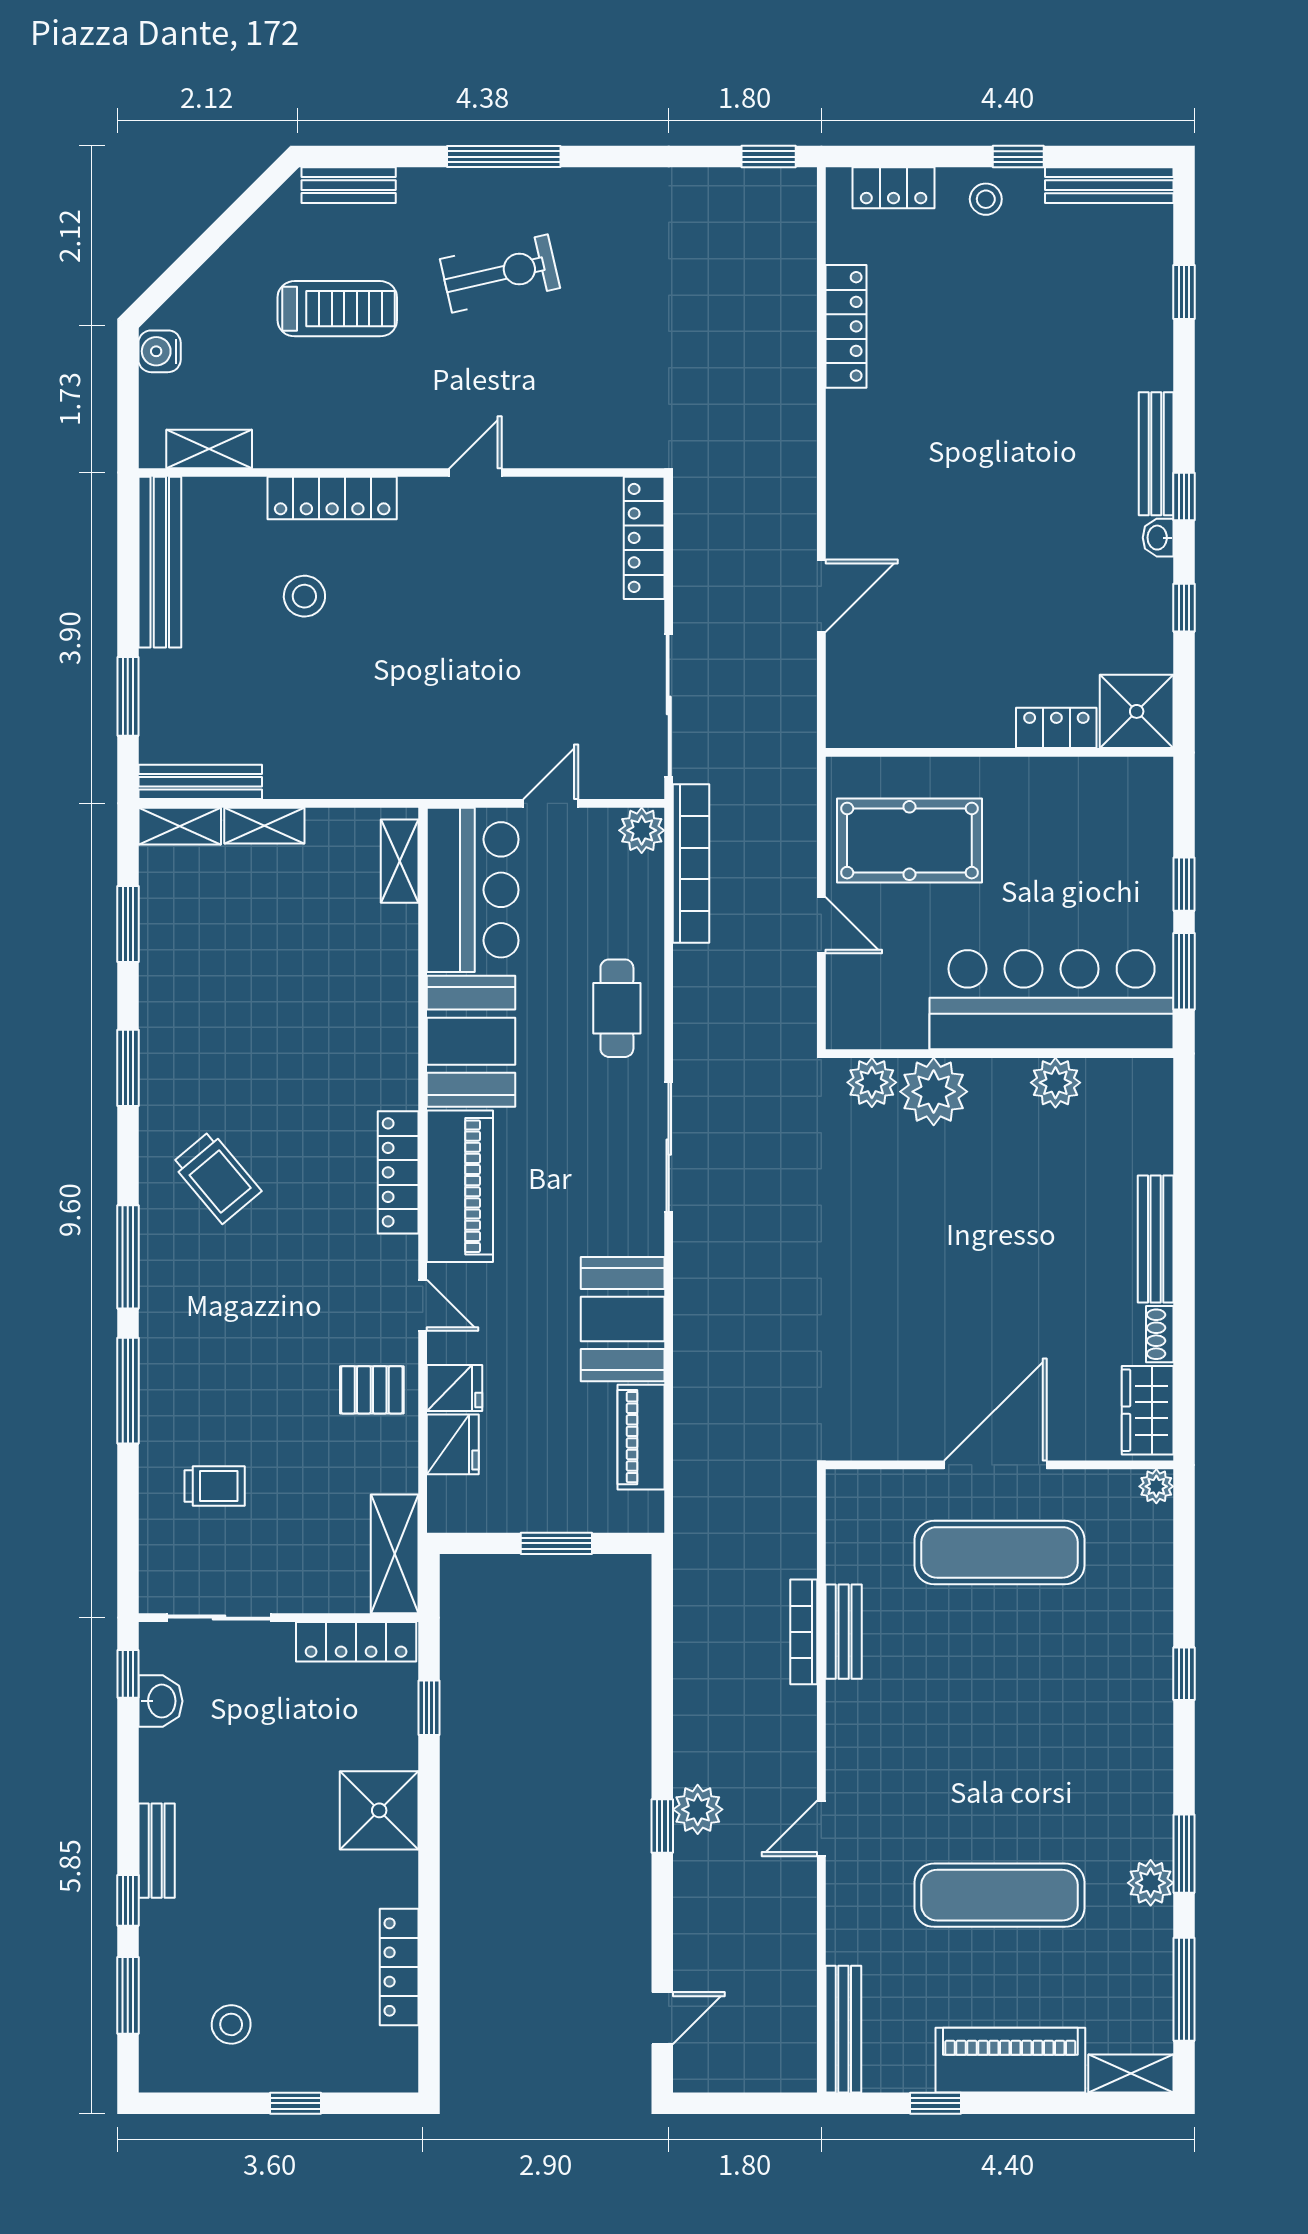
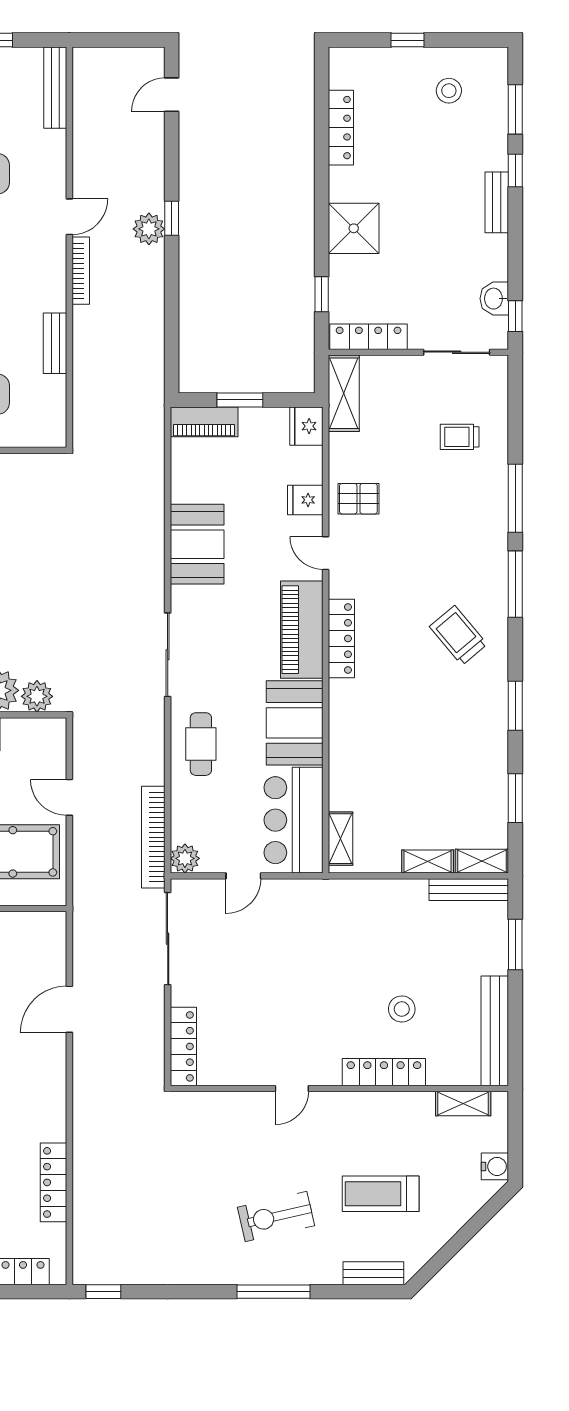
piano: (641, 1437) -> (204, 422), moved, turned 90
fridge: (453, 1444) -> (306, 426), moved
bookcase: (804, 1632) -> (81, 271), moved

